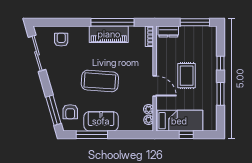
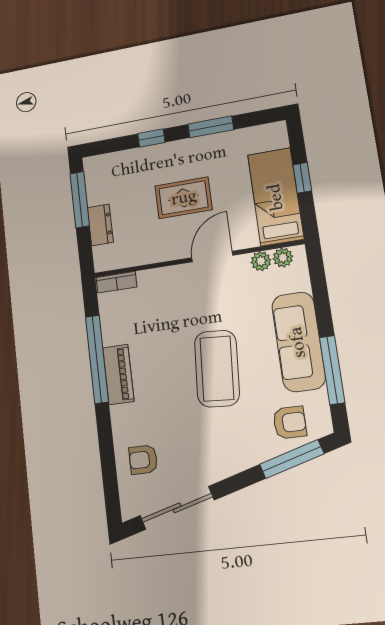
dresser: (168, 31) -> (100, 225), moved
piano: (109, 34) -> (118, 375), width x0.73, depth x0.75
sofa: (101, 121) -> (298, 342), width x1.36

